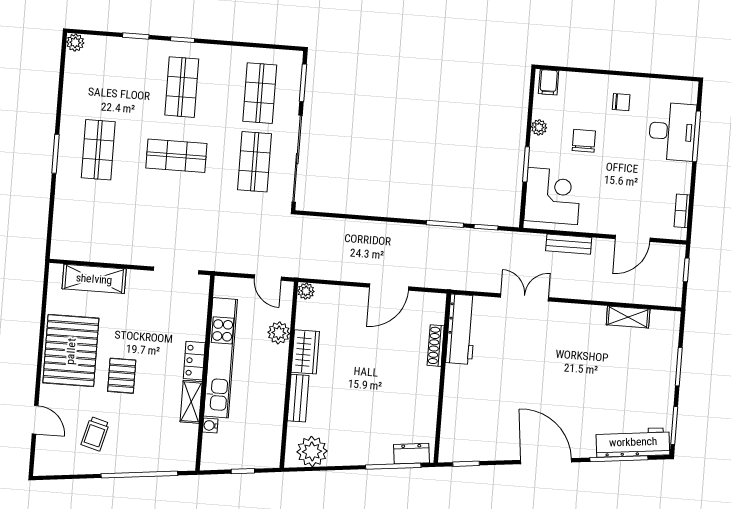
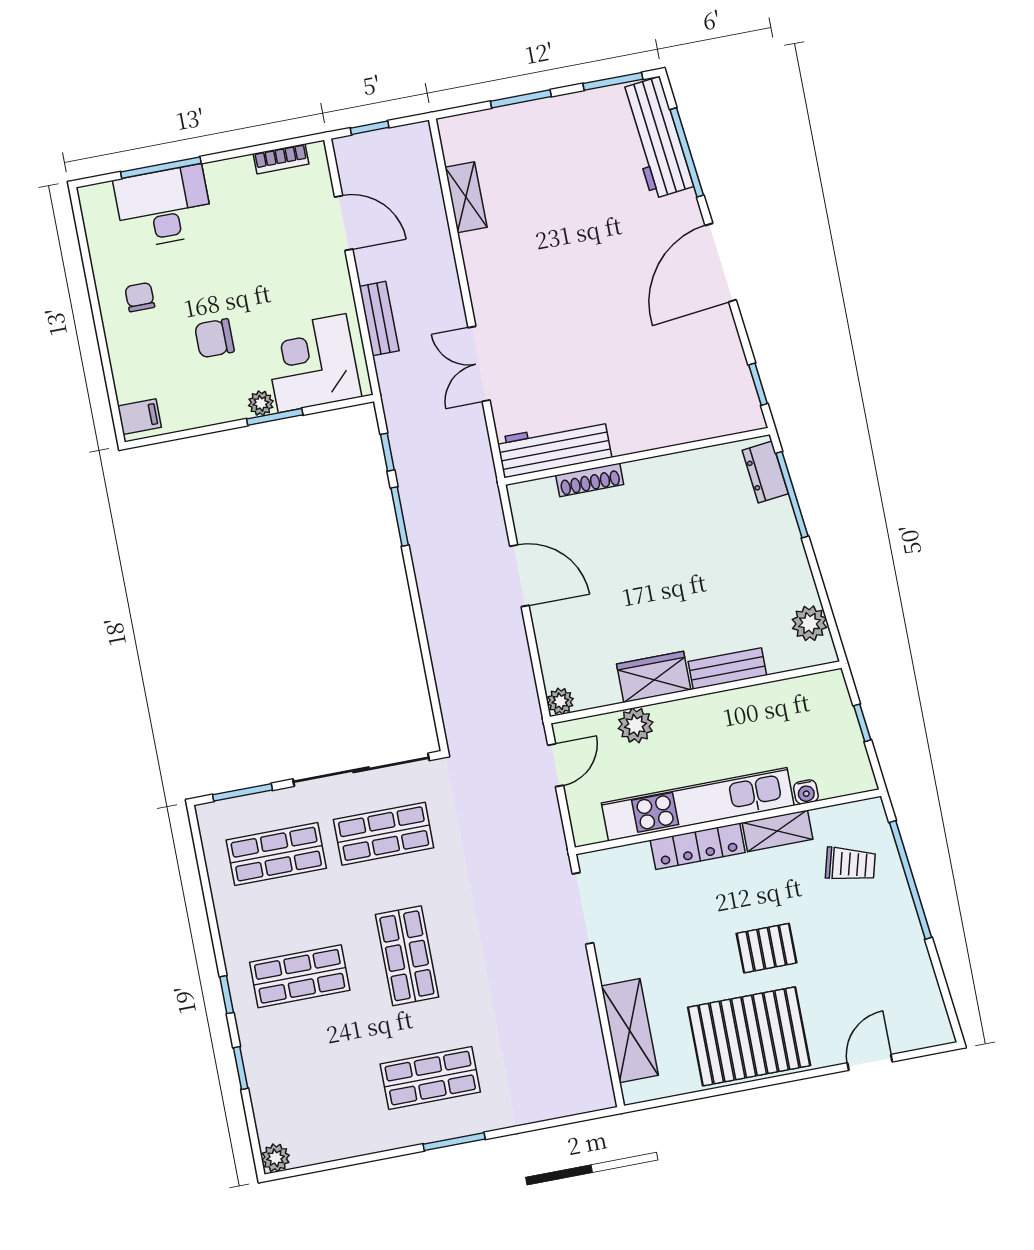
plant: (539, 127) -> (261, 403), moved
locker: (194, 361) -> (698, 846), width x1.53
trolley: (95, 434) -> (850, 864), moved
plant: (312, 451) -> (810, 623), width x0.73, depth x0.73

